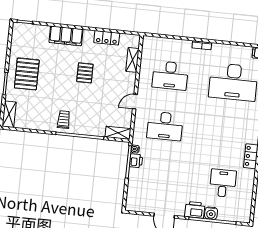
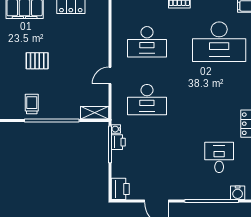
shelving: (132, 60) -> (103, 29), removed
pallet: (85, 73) -> (37, 61), moved, turned 90
printer: (195, 210) -> (120, 189), moved, turned 90
water cooler: (211, 213) -> (238, 193), moved

